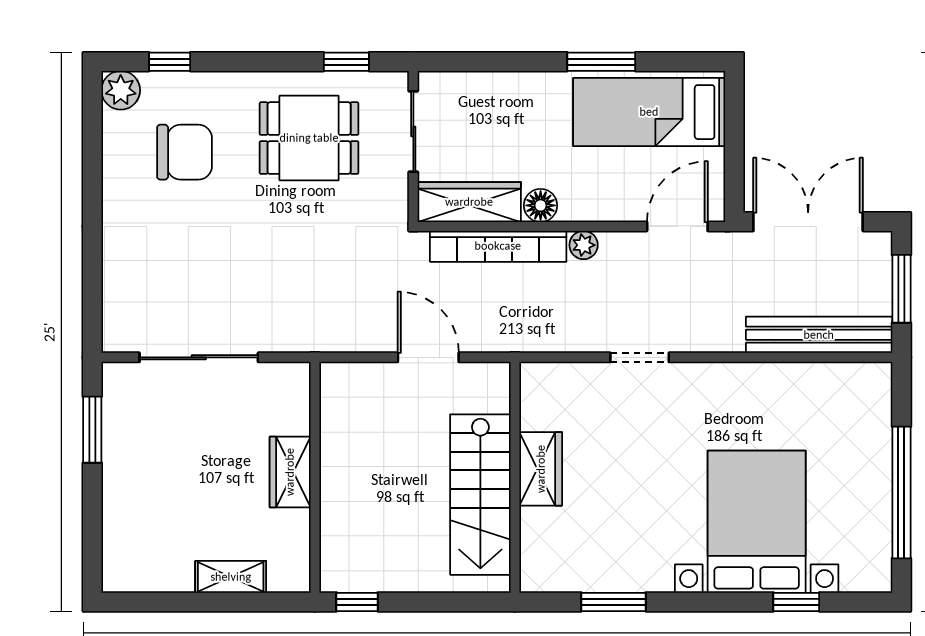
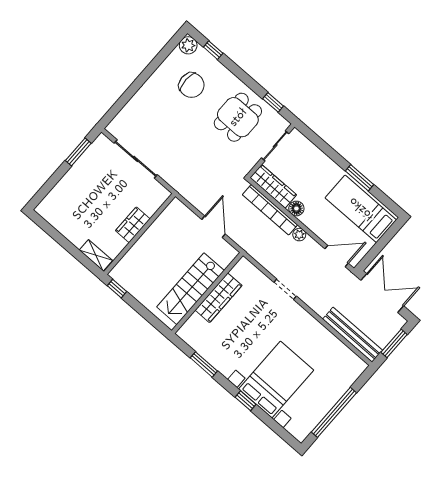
dining table: (309, 138) -> (238, 117), turned 90
wardrobe: (541, 469) -> (219, 298), width x1.50
shelving: (231, 577) -> (96, 255), moved
window: (796, 602) -> (246, 401), moved

